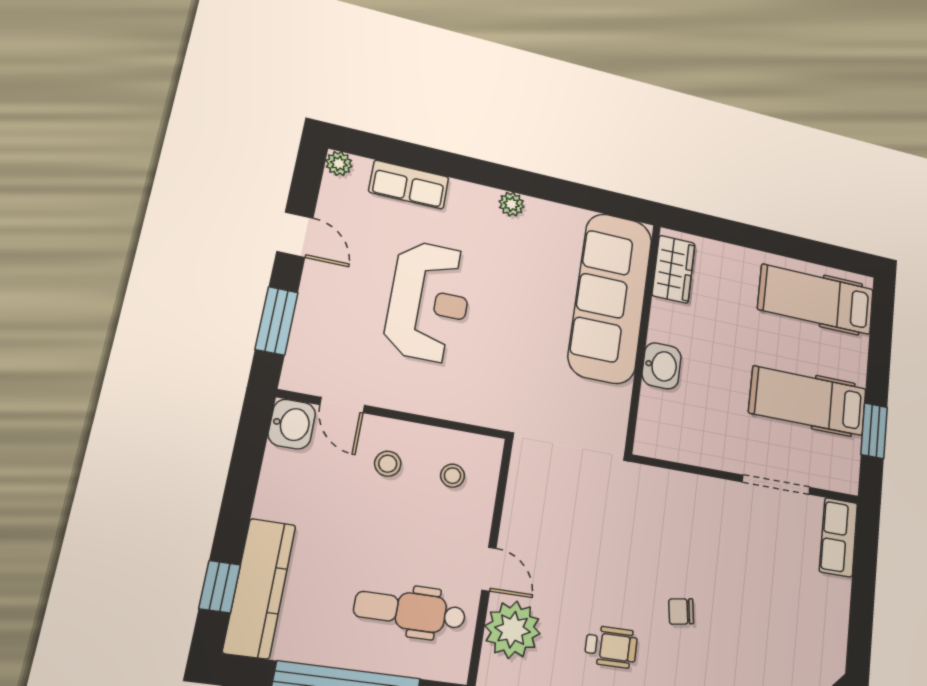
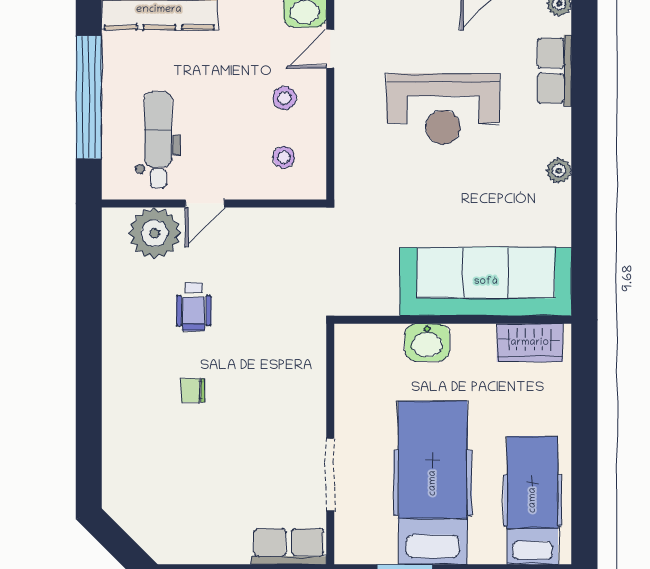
hospital bed: (808, 401) -> (433, 483), width x1.37, depth x1.29
chair: (681, 611) -> (193, 390), turned -81
wheelchair: (611, 647) -> (194, 307), moved

